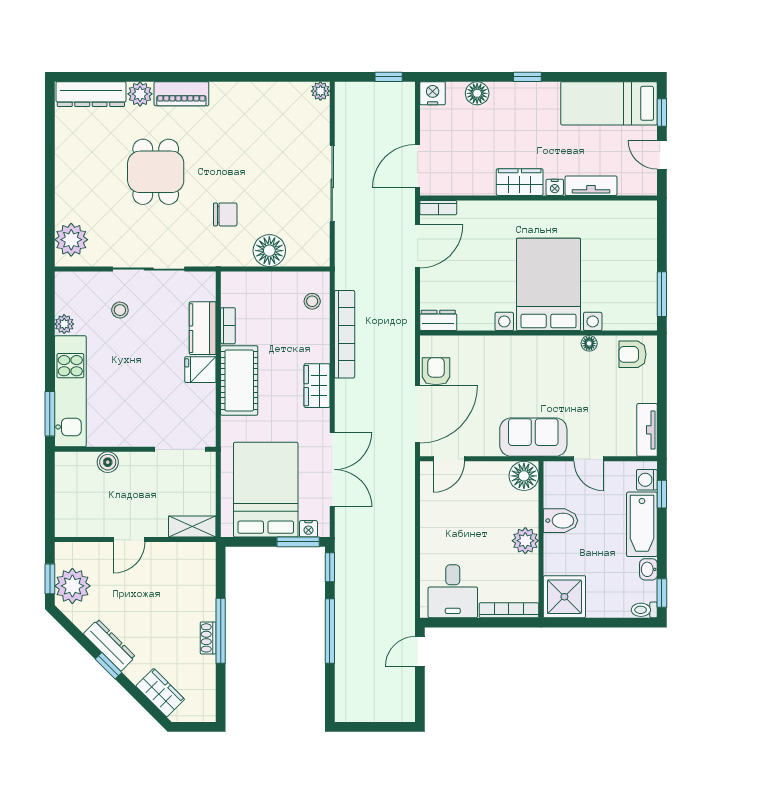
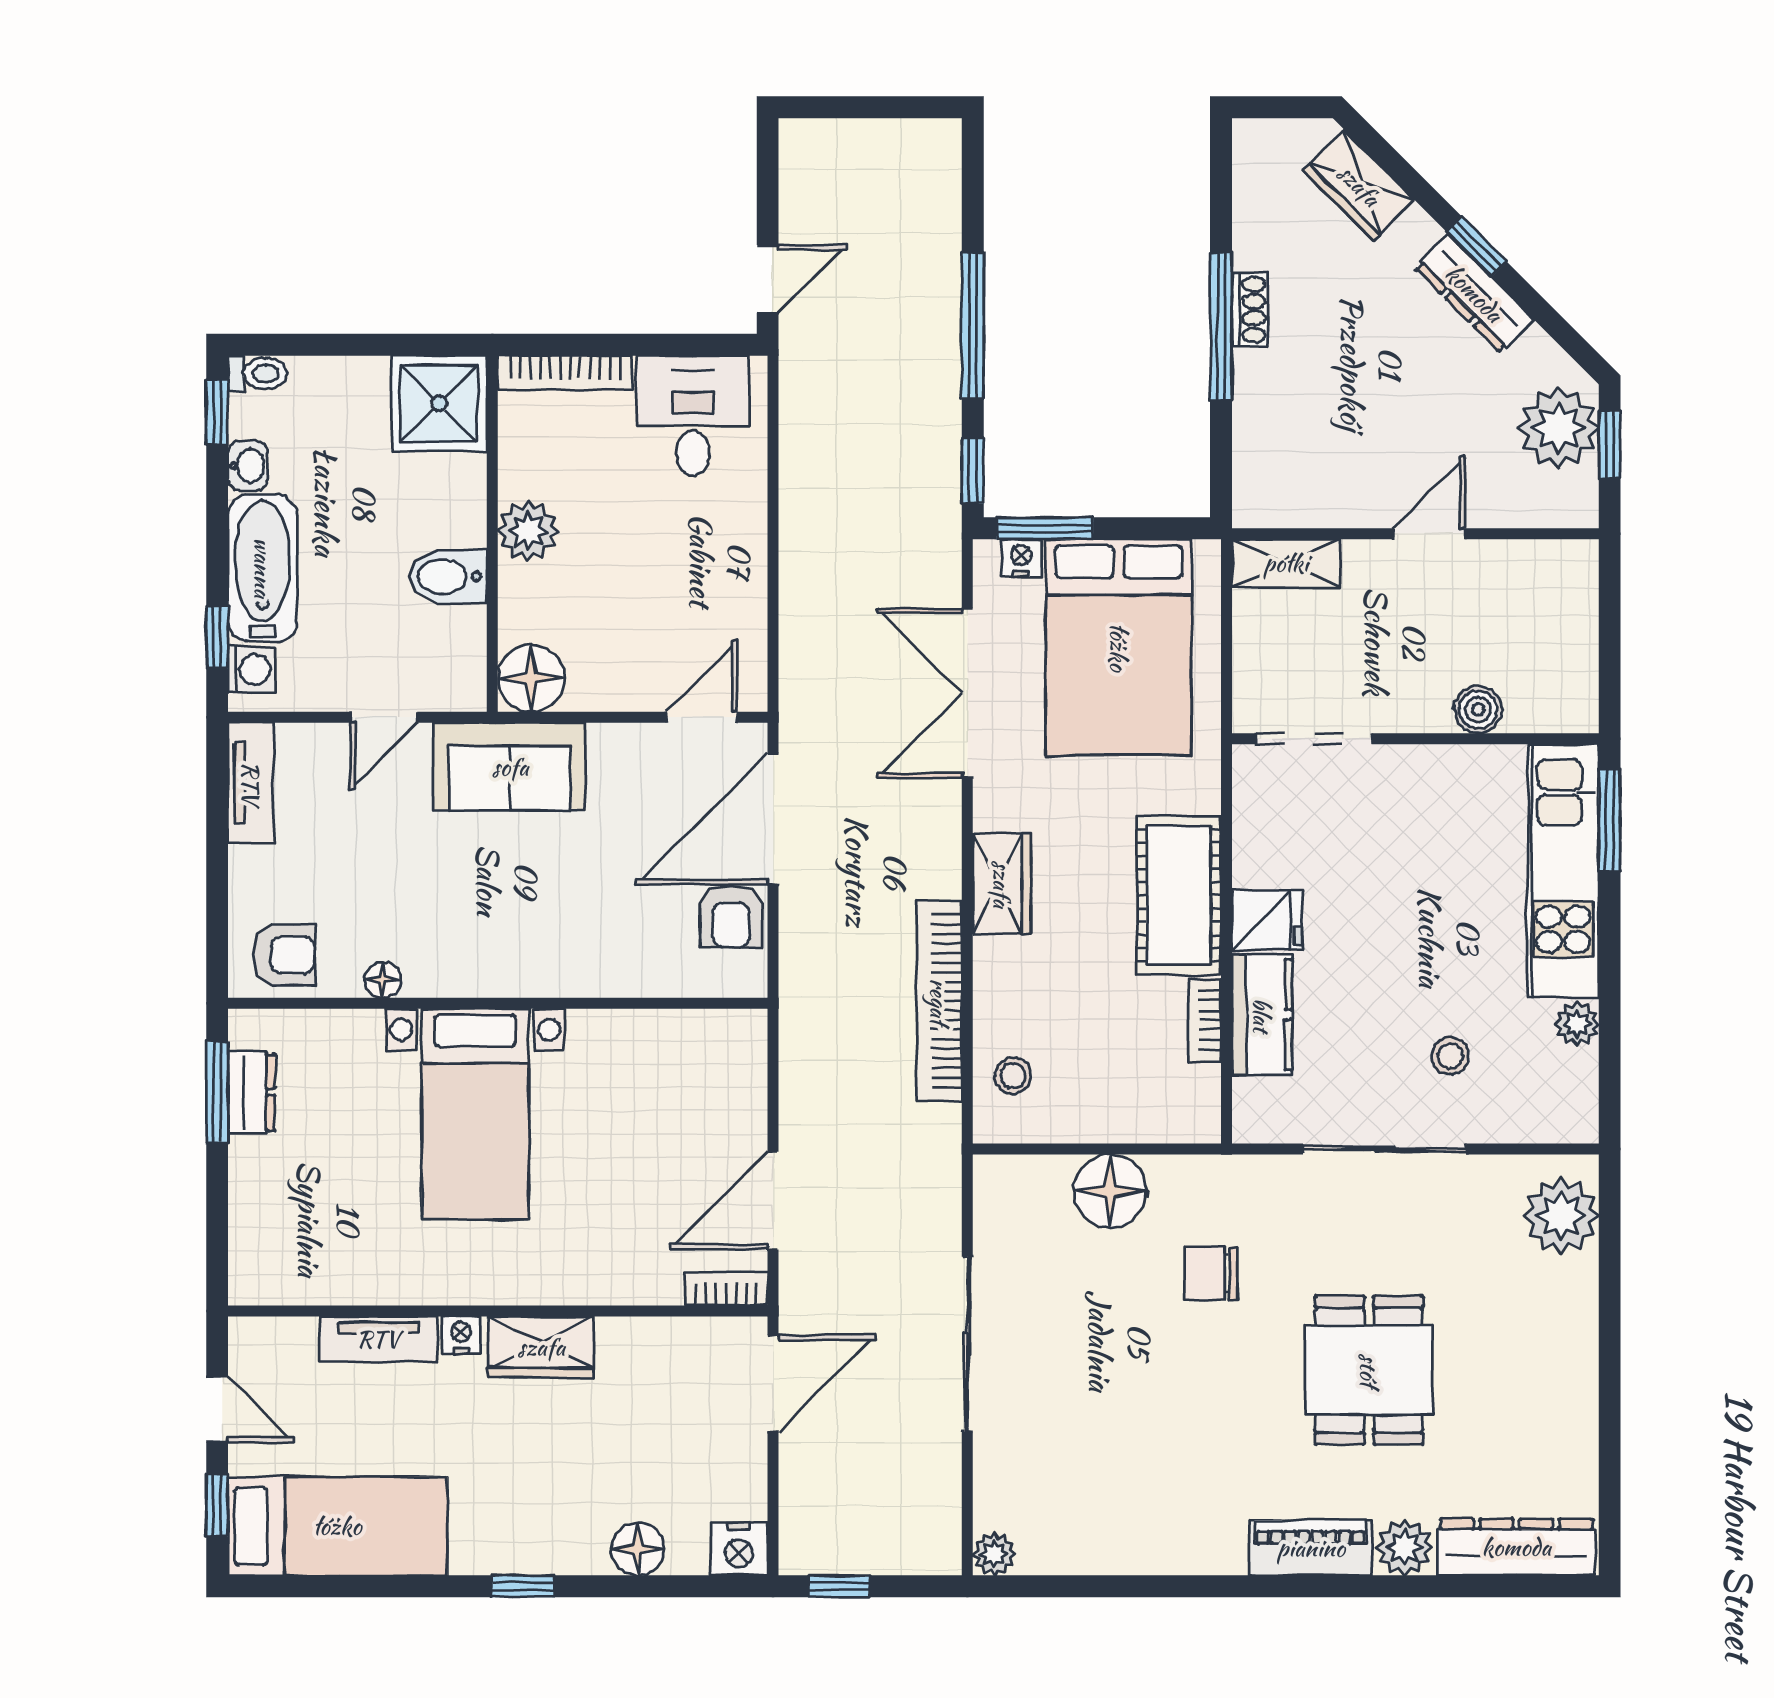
bed with nightstands: (548, 284) -> (475, 1114), width x0.73
dresser: (438, 320) -> (251, 1092), moved, turned -90
door: (589, 459) -> (384, 717), swing flipped

